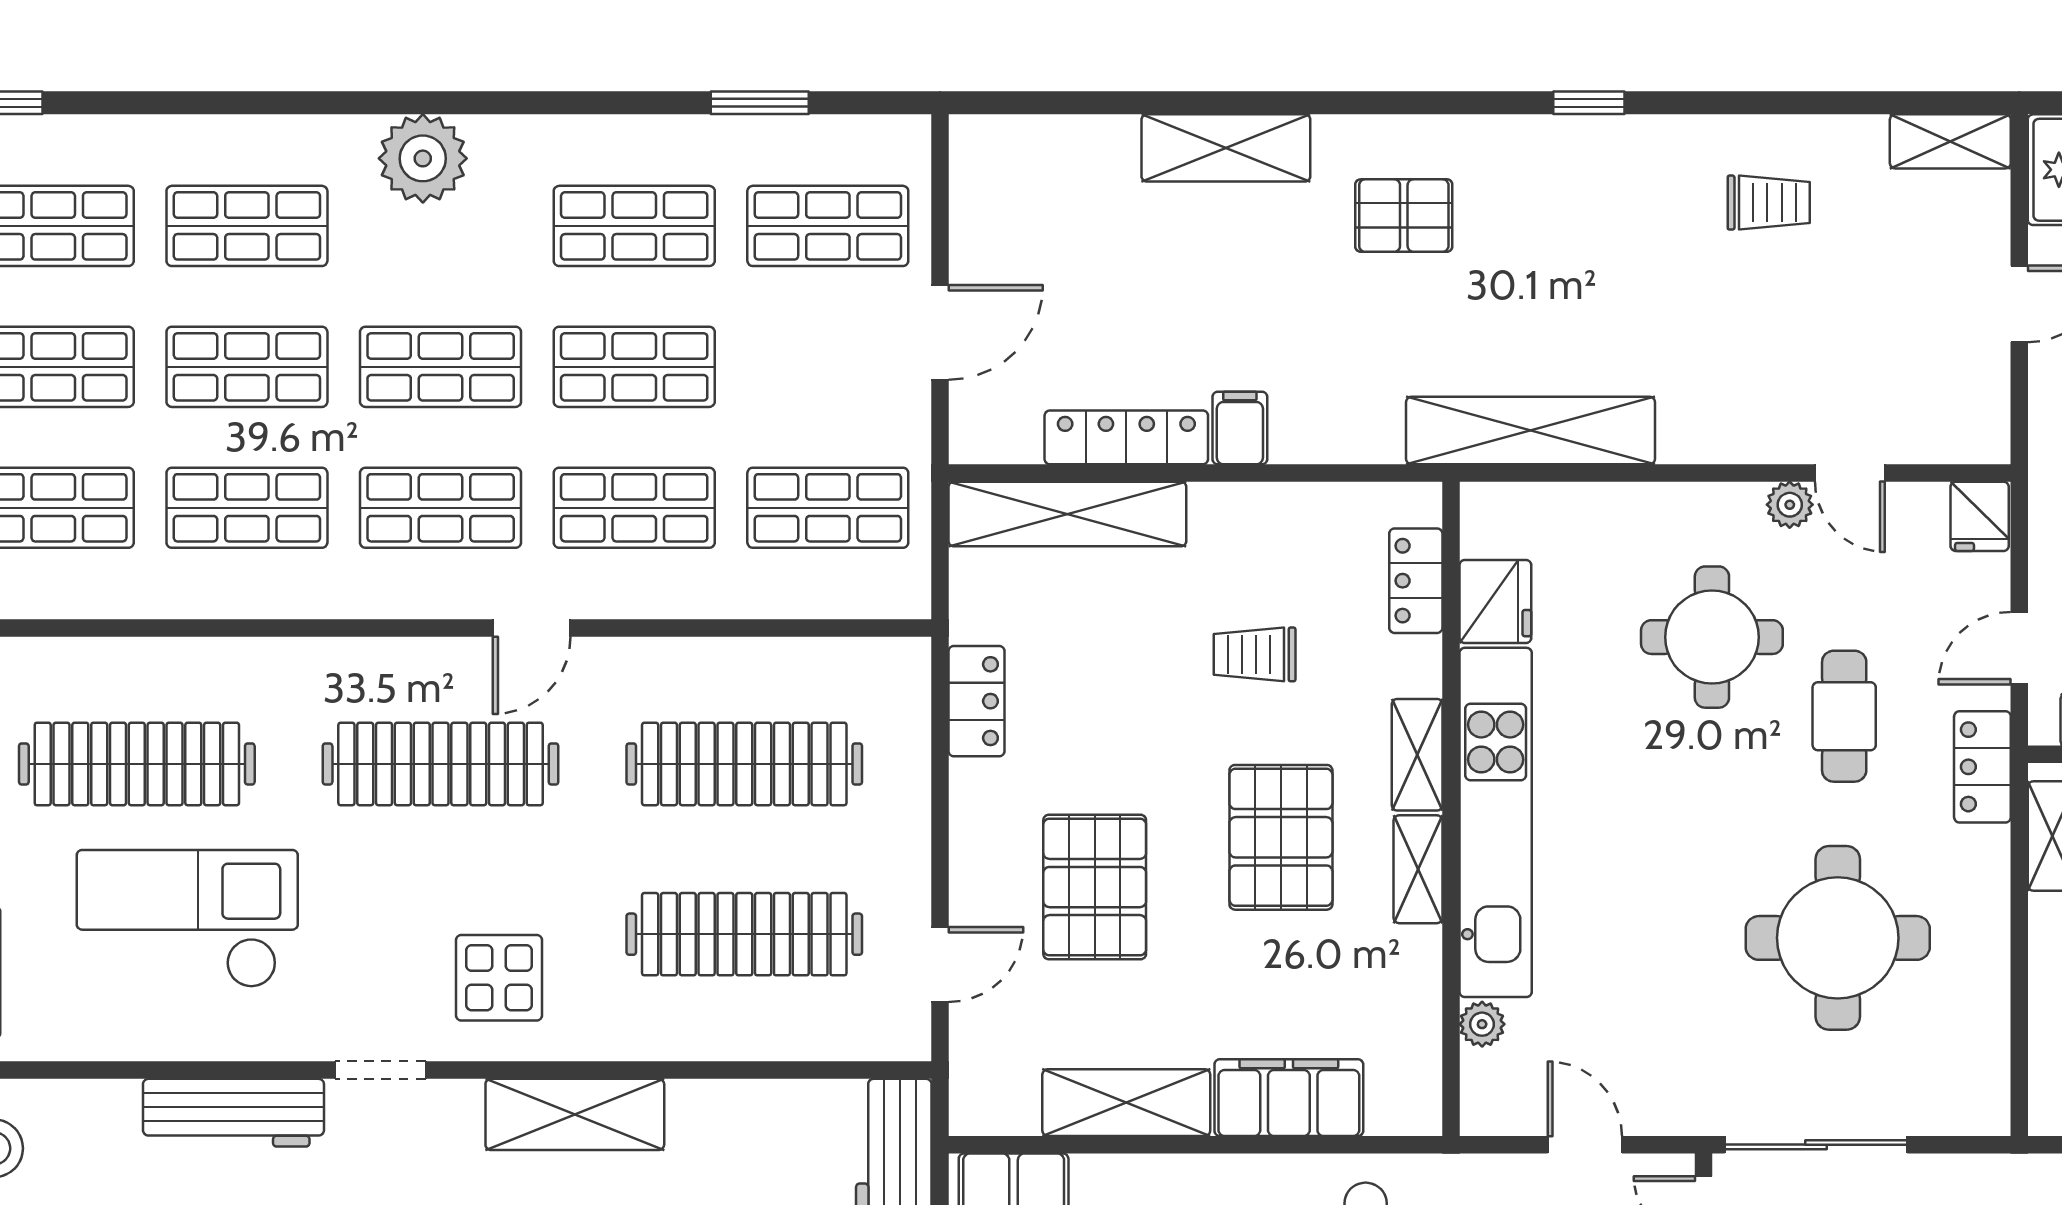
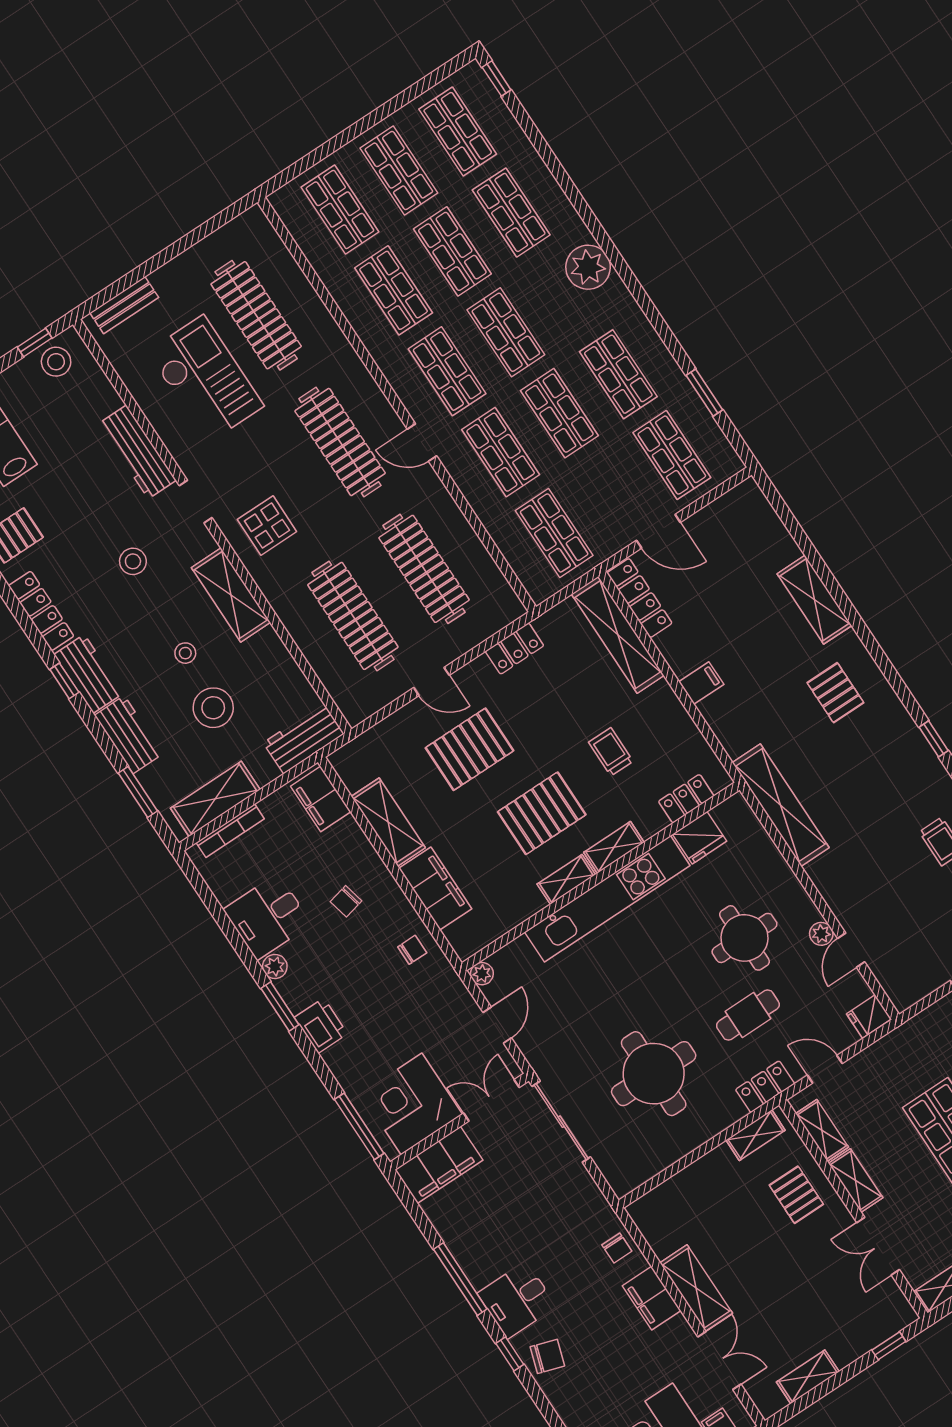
locker: (1126, 437) -> (639, 598), moved
door: (940, 965) -> (432, 681), moved
plant: (1482, 1024) -> (482, 974), moved

